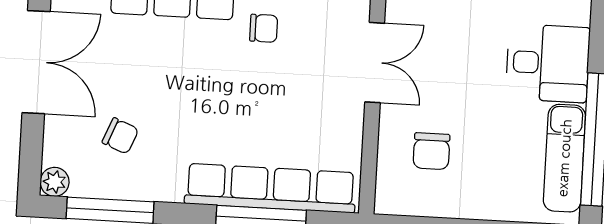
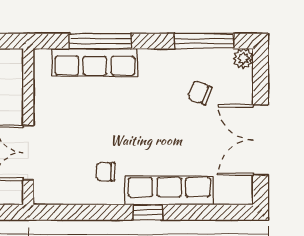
row of seats: (270, 188) -> (95, 62), width x0.73

